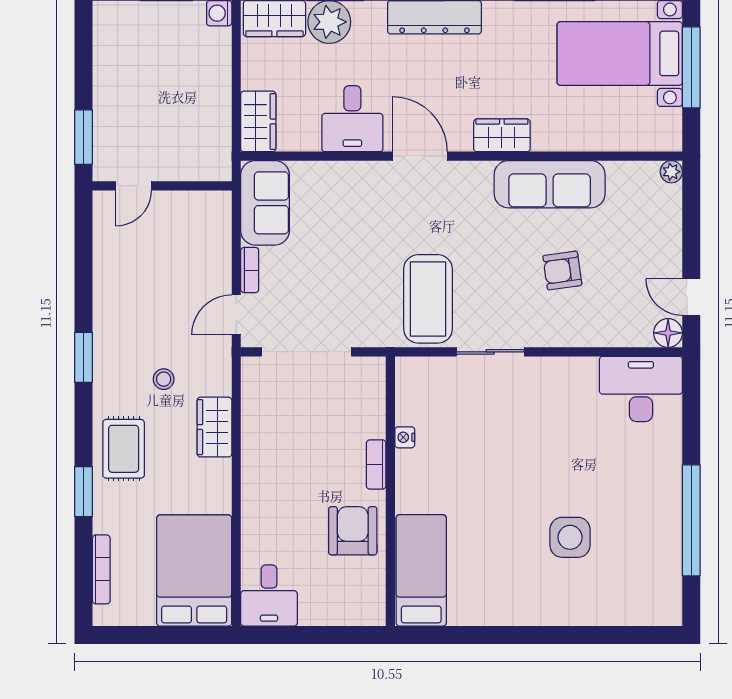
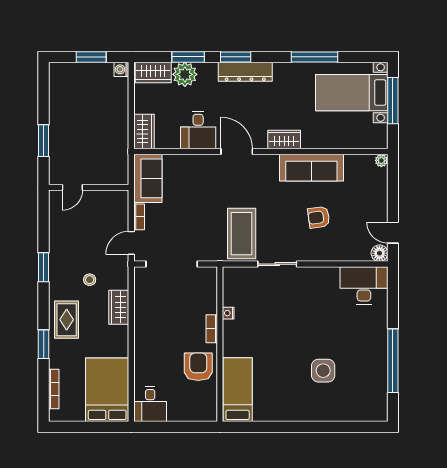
door: (134, 186) -> (72, 187), moved
wall: (162, 186) -> (89, 187), moved

